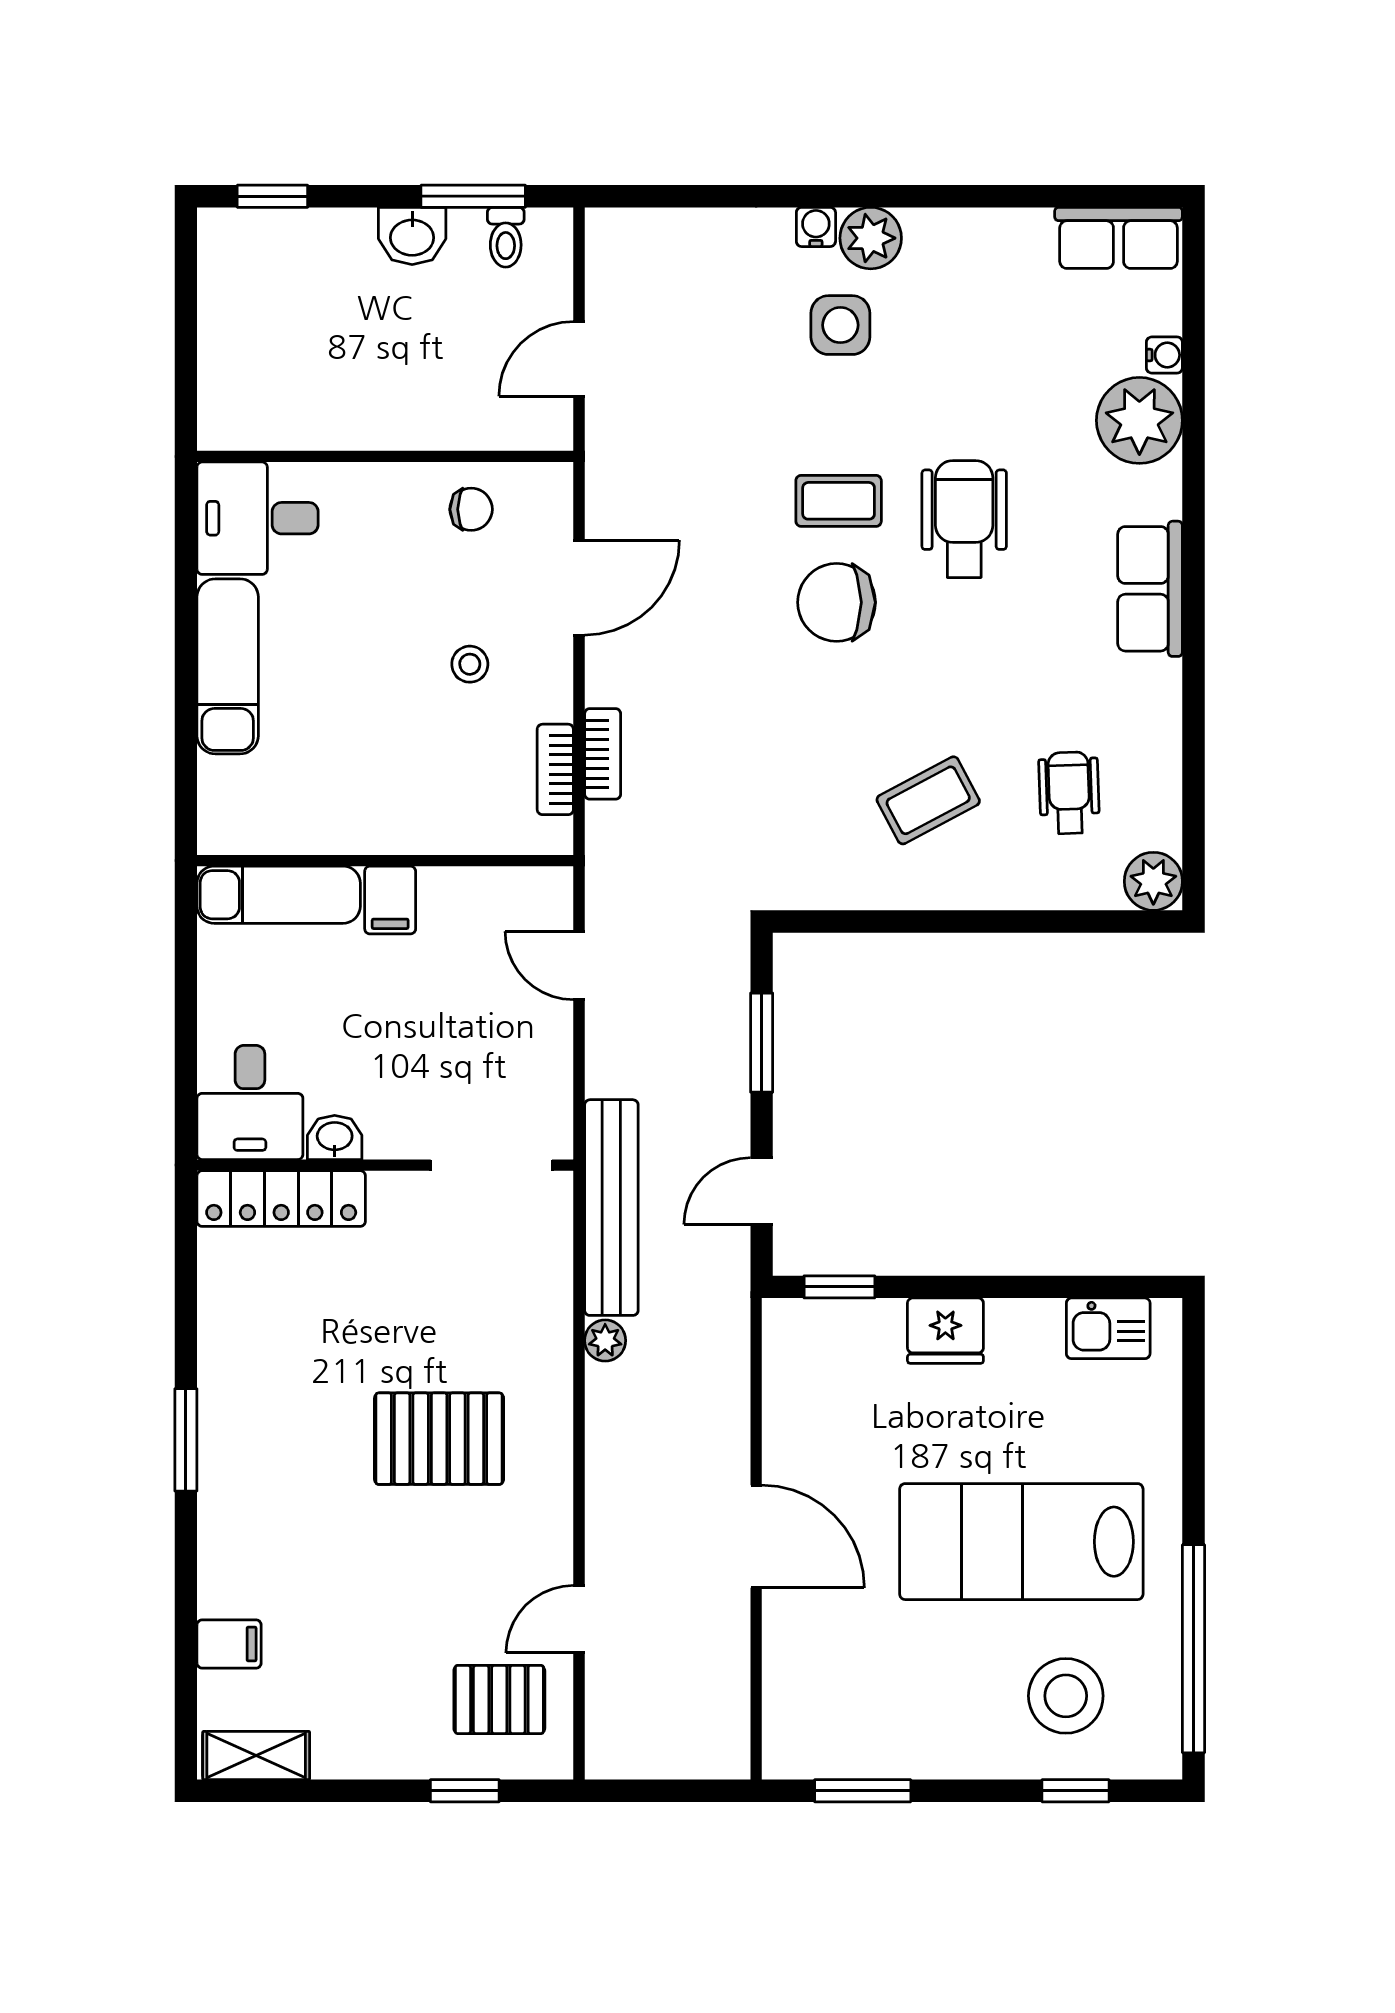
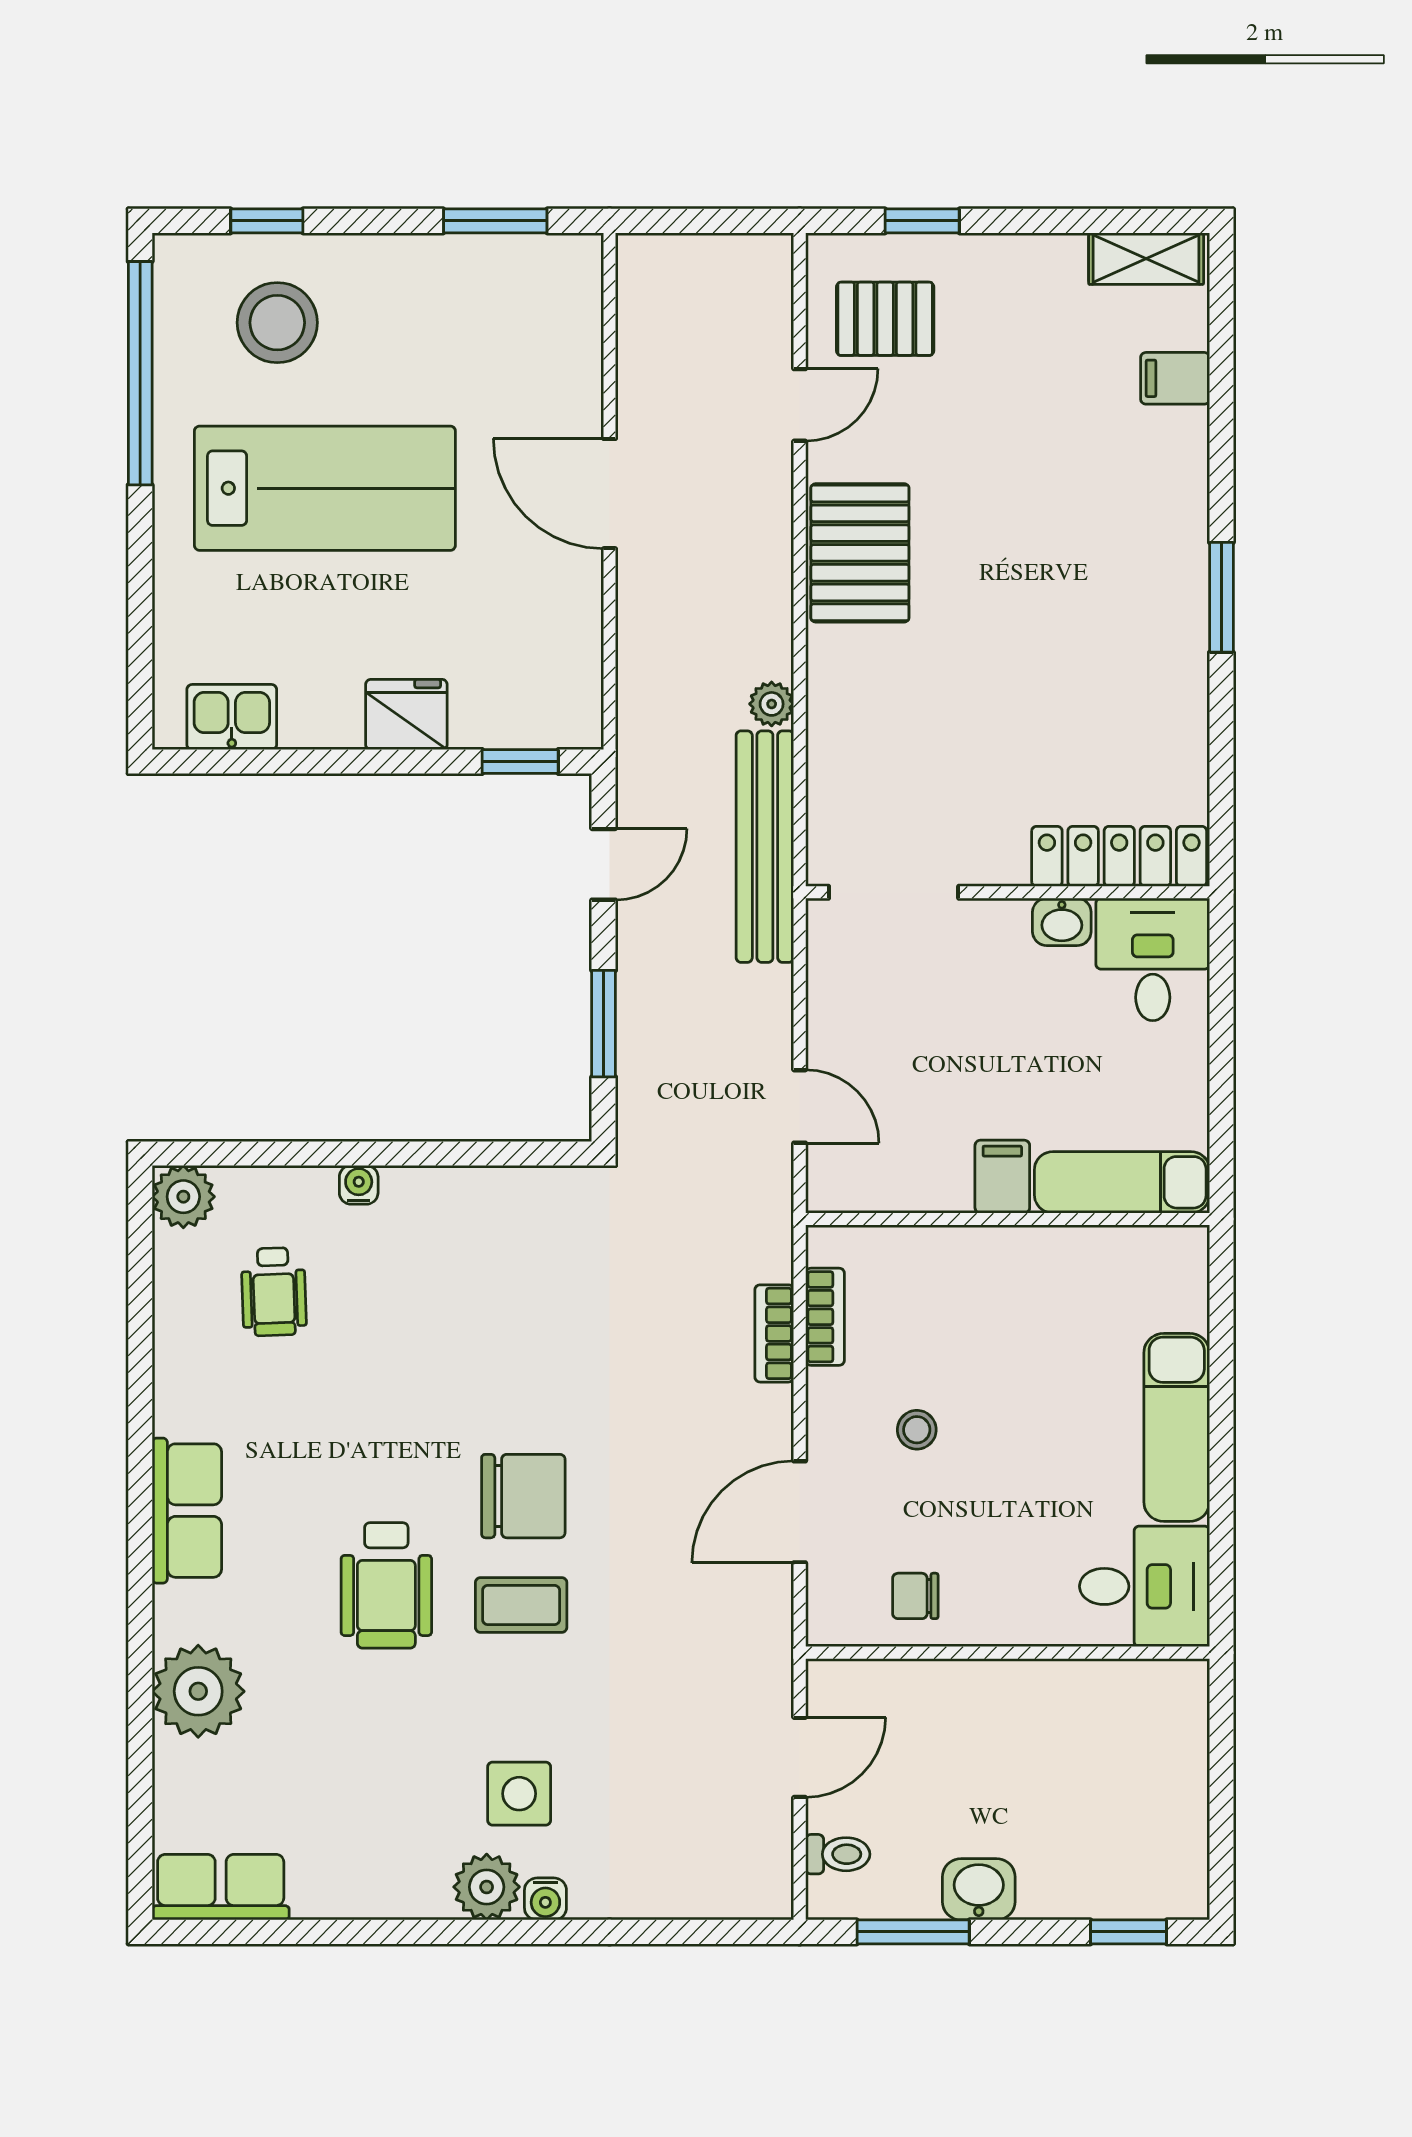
toilet: (506, 237) -> (838, 1854), moved, turned 90
water cooler: (1164, 355) -> (359, 1185), moved, turned 90
coffee table: (928, 800) -> (425, 1284), removed
pallet: (439, 1439) -> (860, 553), moved, turned 90

